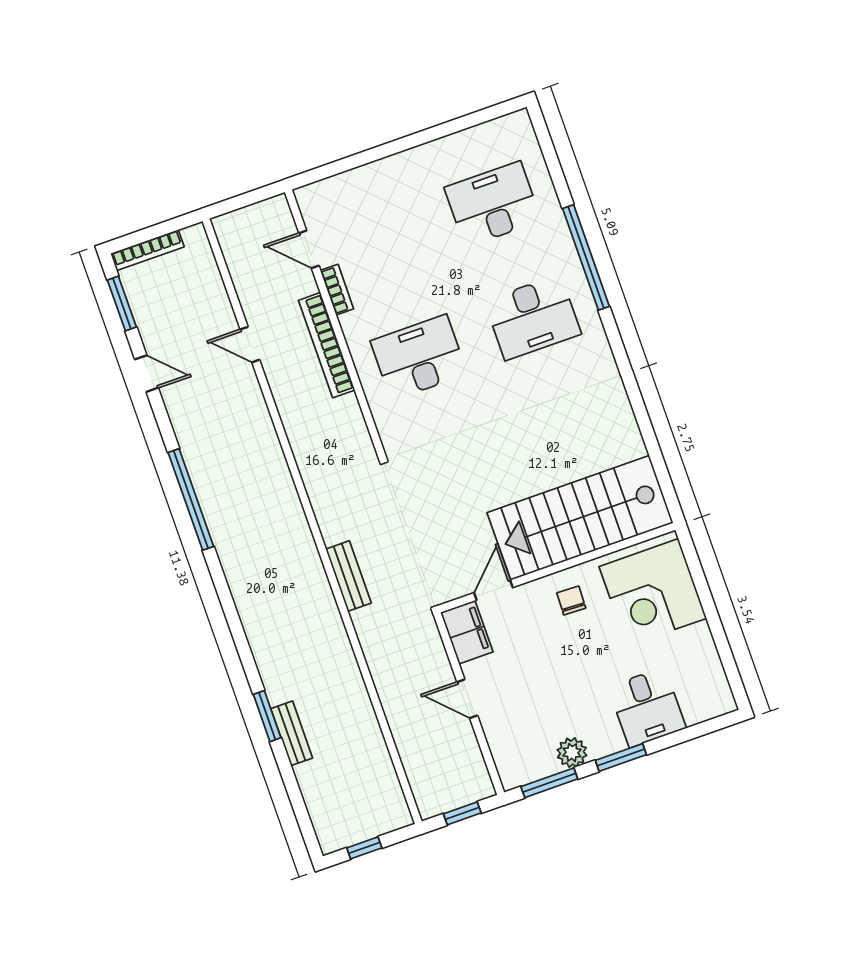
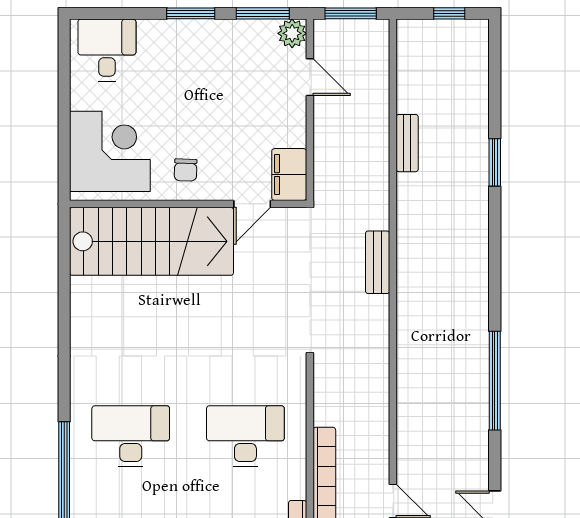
desk: (419, 357) -> (245, 436), turned 180
door: (467, 699) -> (310, 77), moved
desk: (647, 707) -> (107, 50), moved
bench: (292, 733) -> (407, 143), moved
plant: (572, 753) -> (292, 33), moved
window: (462, 813) -> (351, 13), width x1.50

